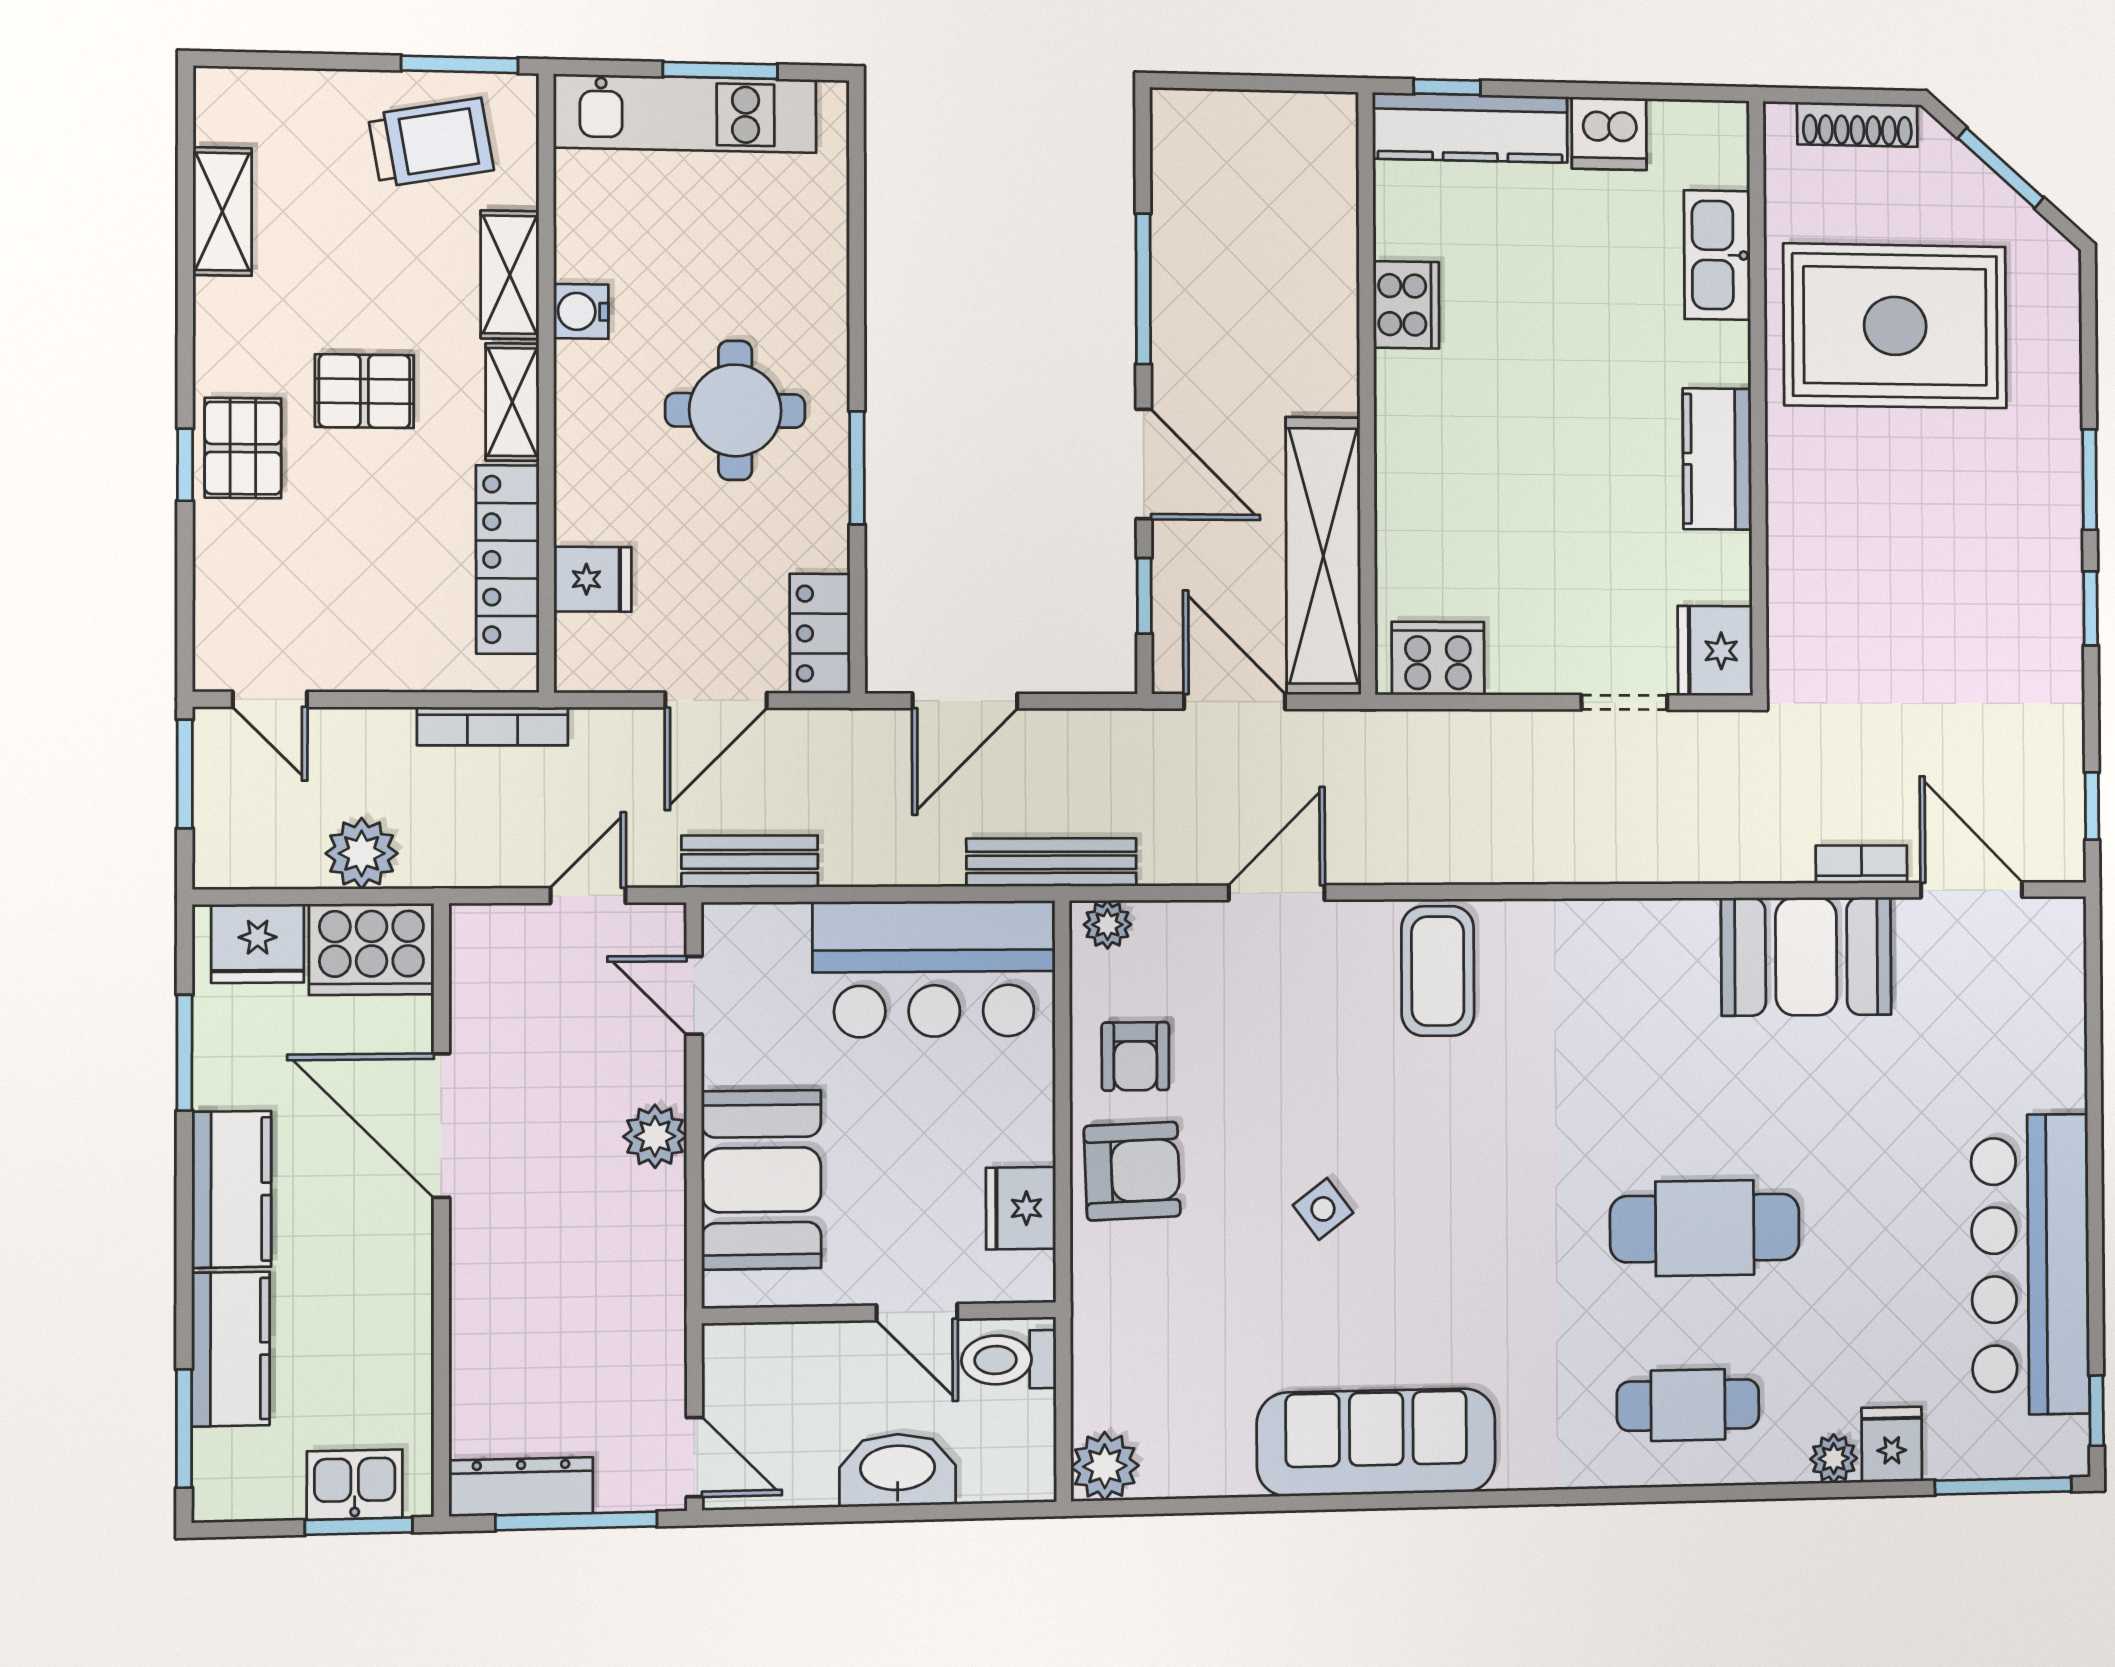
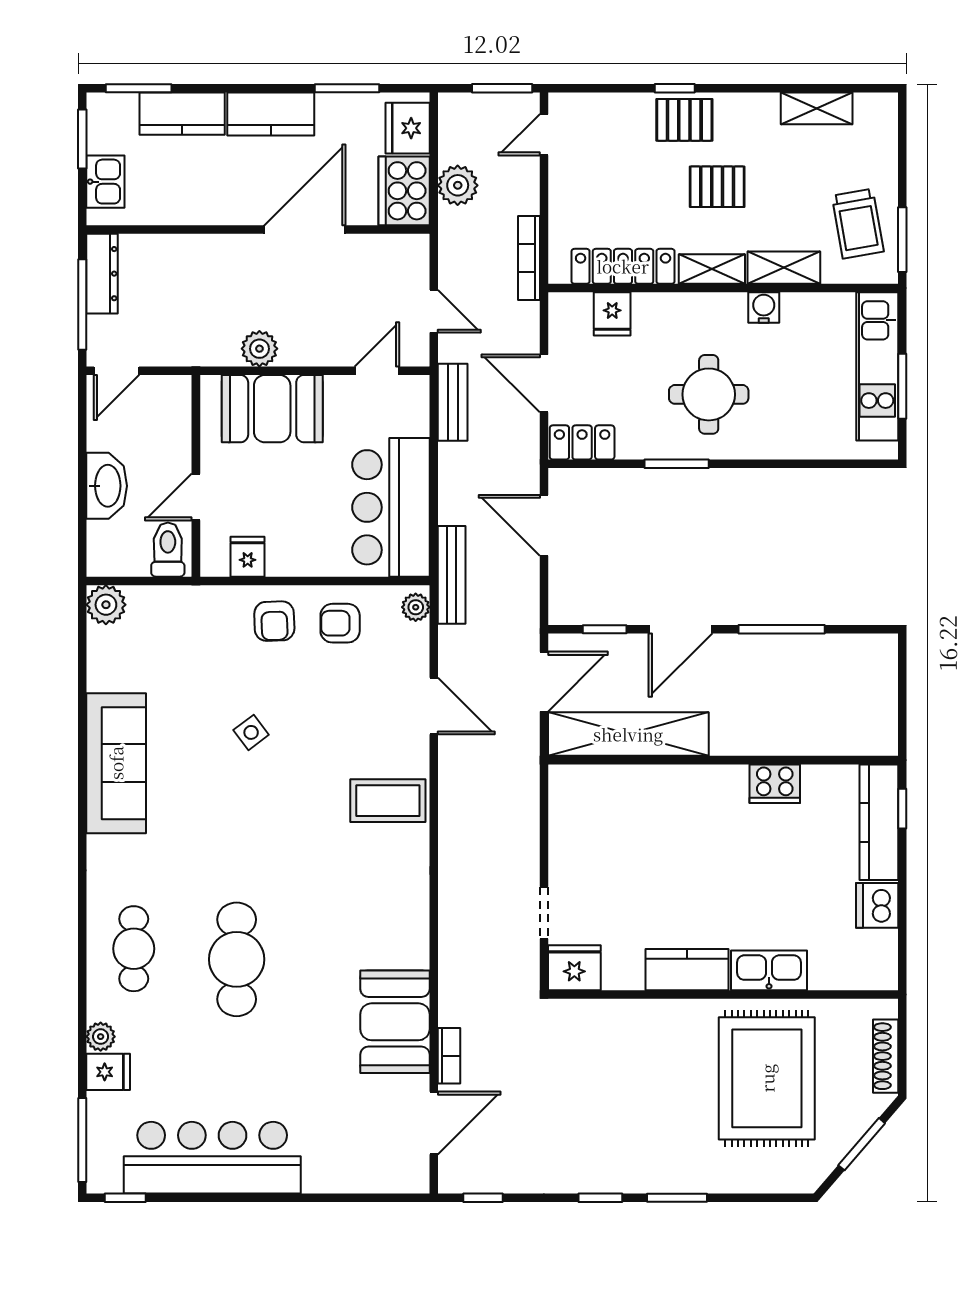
kitchen sink: (1717, 255) -> (769, 970), moved
pallet: (364, 391) -> (717, 187), turned 90
cooker: (1438, 658) -> (569, 802), removed
plant: (655, 1136) -> (259, 349), moved
armchair: (1132, 1171) -> (274, 621), width x0.72, depth x0.72
fridge: (1021, 1208) -> (248, 557), width x0.72
window: (359, 1526) -> (82, 139), moved

